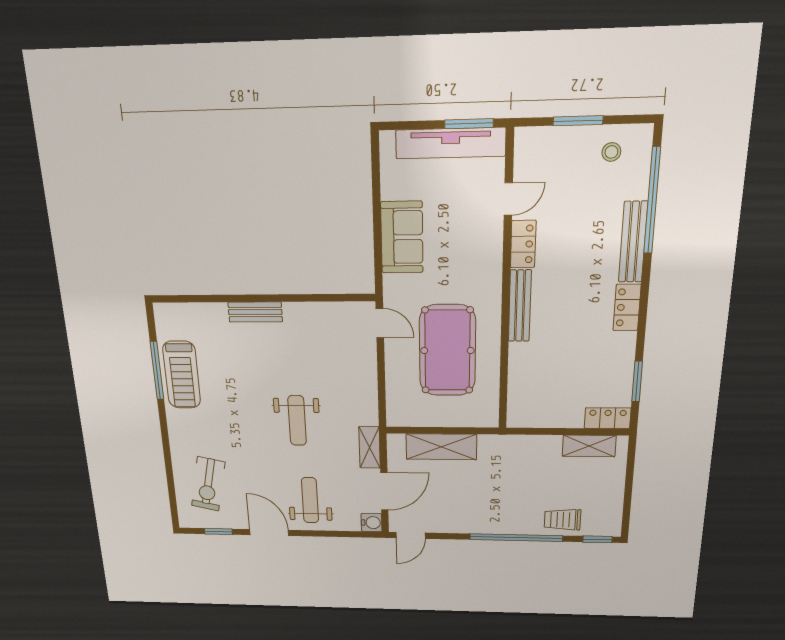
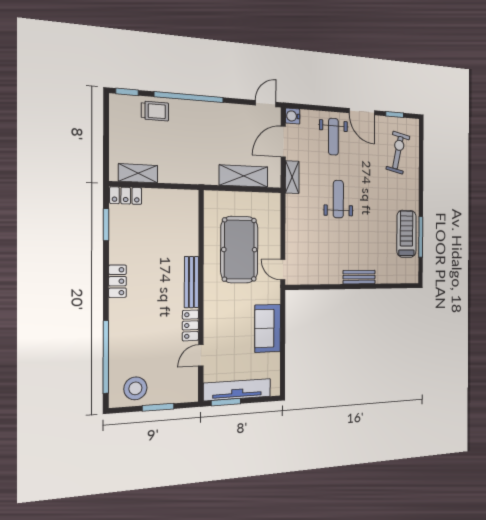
stool: (611, 152) -> (135, 388), width x1.89, depth x1.89
bench: (633, 242) -> (117, 328), removed

